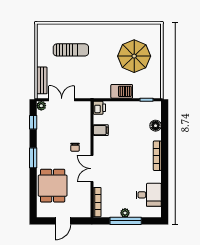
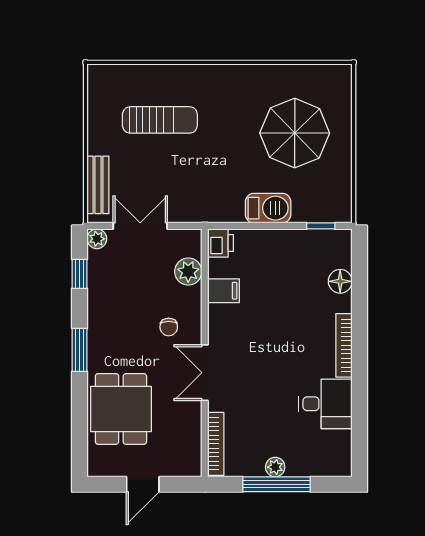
plant: (84, 121) -> (188, 272), added
desk: (149, 195) -> (325, 404), moved

